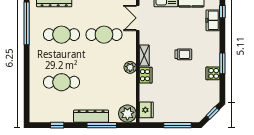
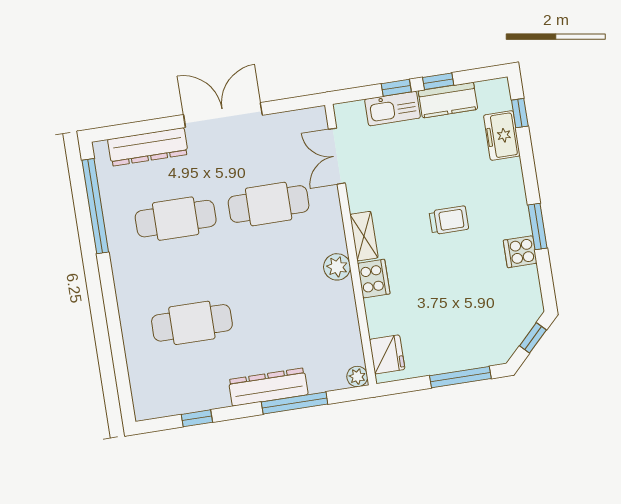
plant: (127, 114) -> (357, 377), width x0.53, depth x0.53

